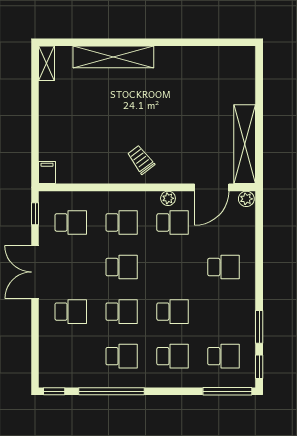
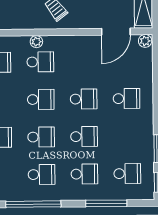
plant: (168, 198) -> (36, 42), moved
school desk: (173, 222) -> (84, 99), moved
window: (227, 391) -> (106, 203), moved

